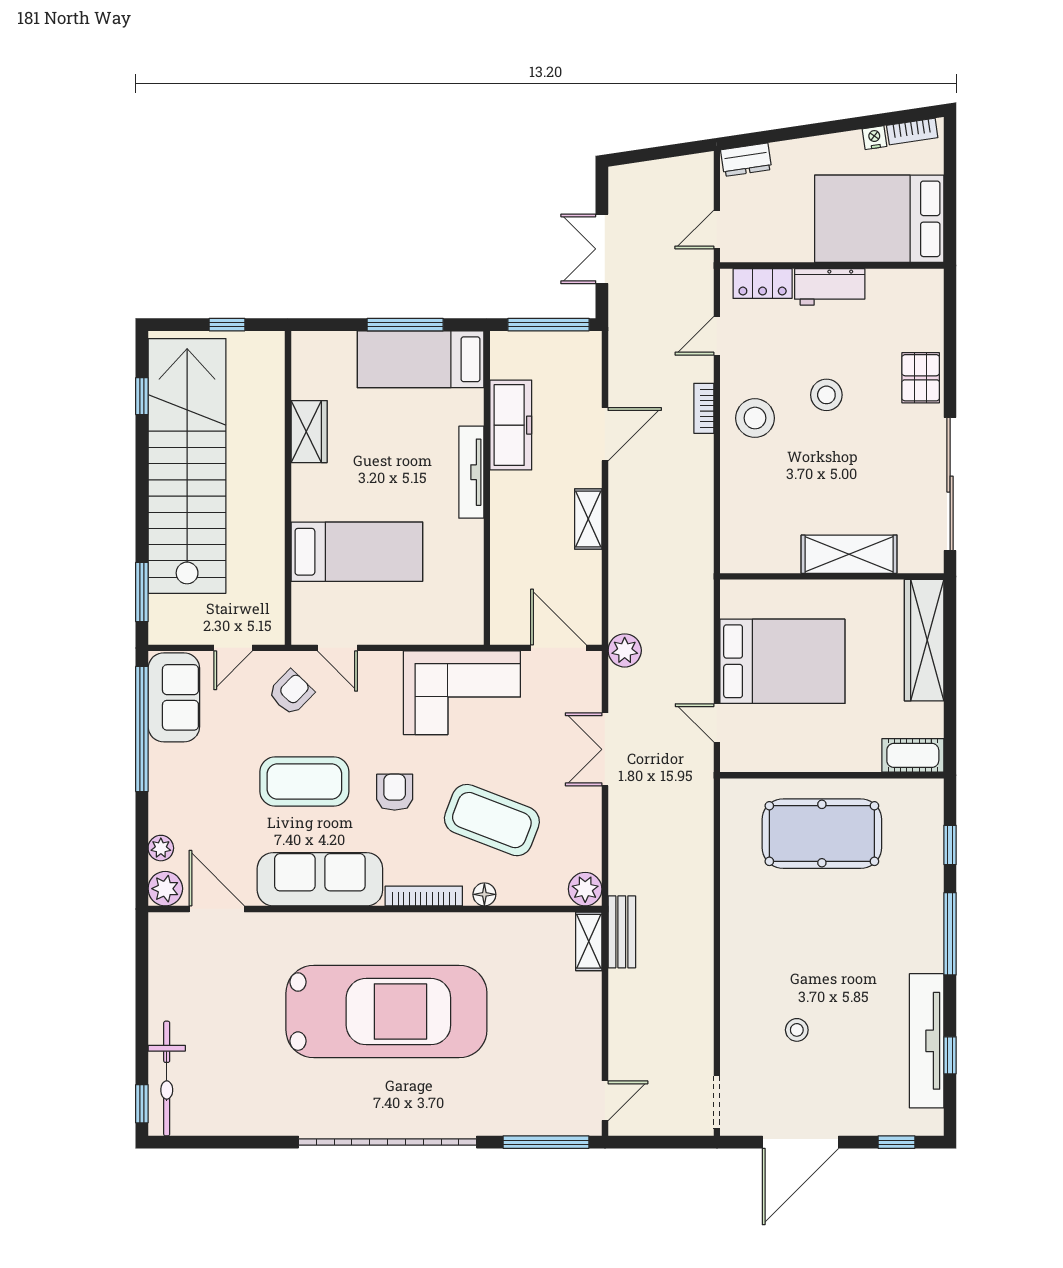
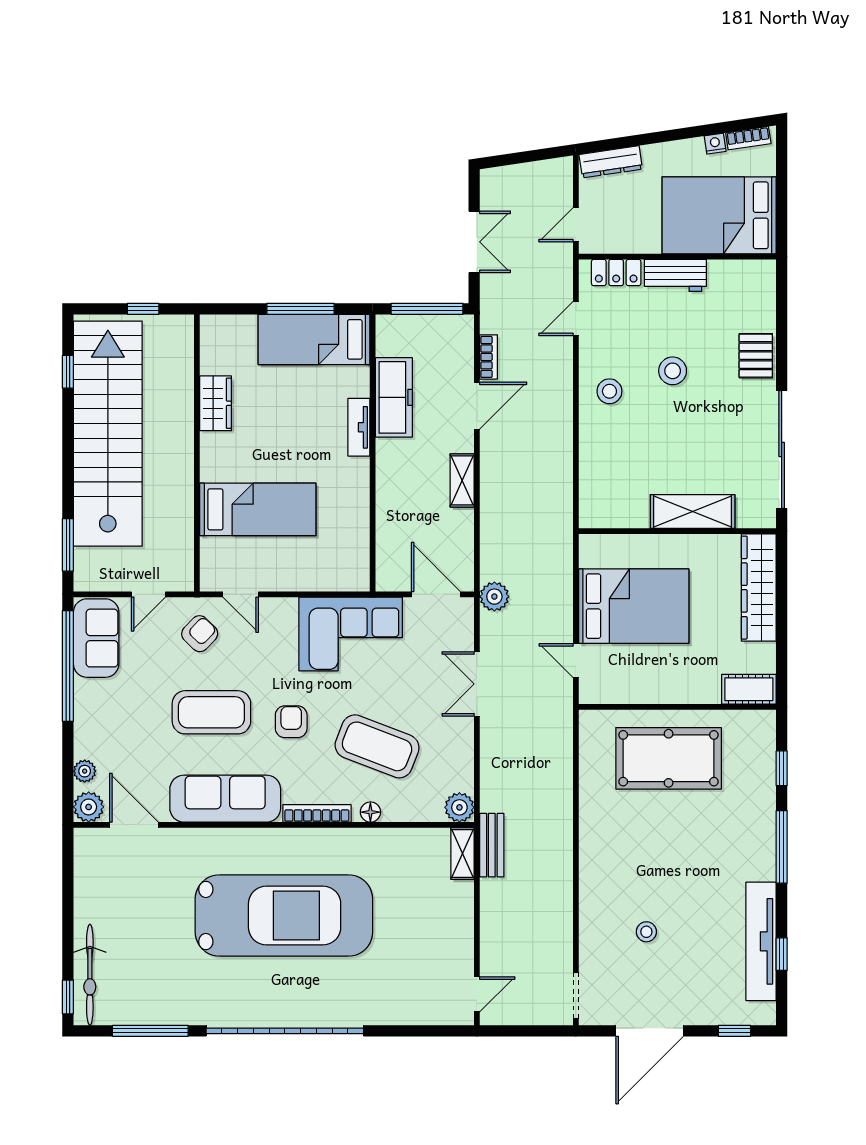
dresser: (746, 160) -> (611, 162), width x1.44
double door: (602, 249) -> (474, 242), swing flipped
bookcase: (704, 408) -> (489, 357), moved, turned 180
stool: (755, 418) -> (609, 391), width x0.73, depth x0.73
tv unit: (471, 472) -> (359, 427), width x0.71
window: (546, 1142) -> (150, 1031), moved

